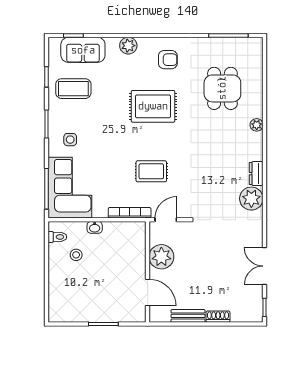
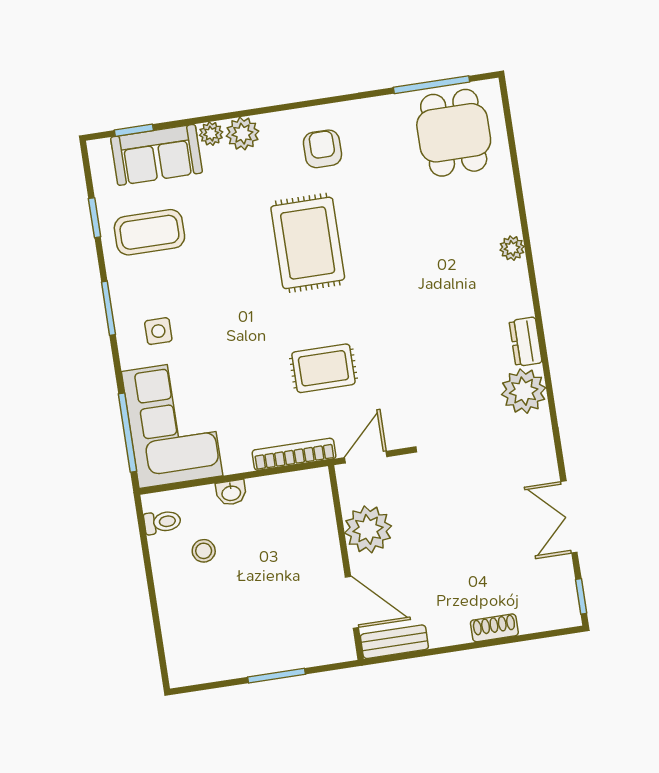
plant: (112, 43) -> (211, 134), added
armchair: (168, 60) -> (322, 149), turned -90
dining table: (222, 88) -> (454, 133), moved
rug: (153, 106) -> (308, 243), turned 90
bench: (188, 316) -> (394, 642), moved

